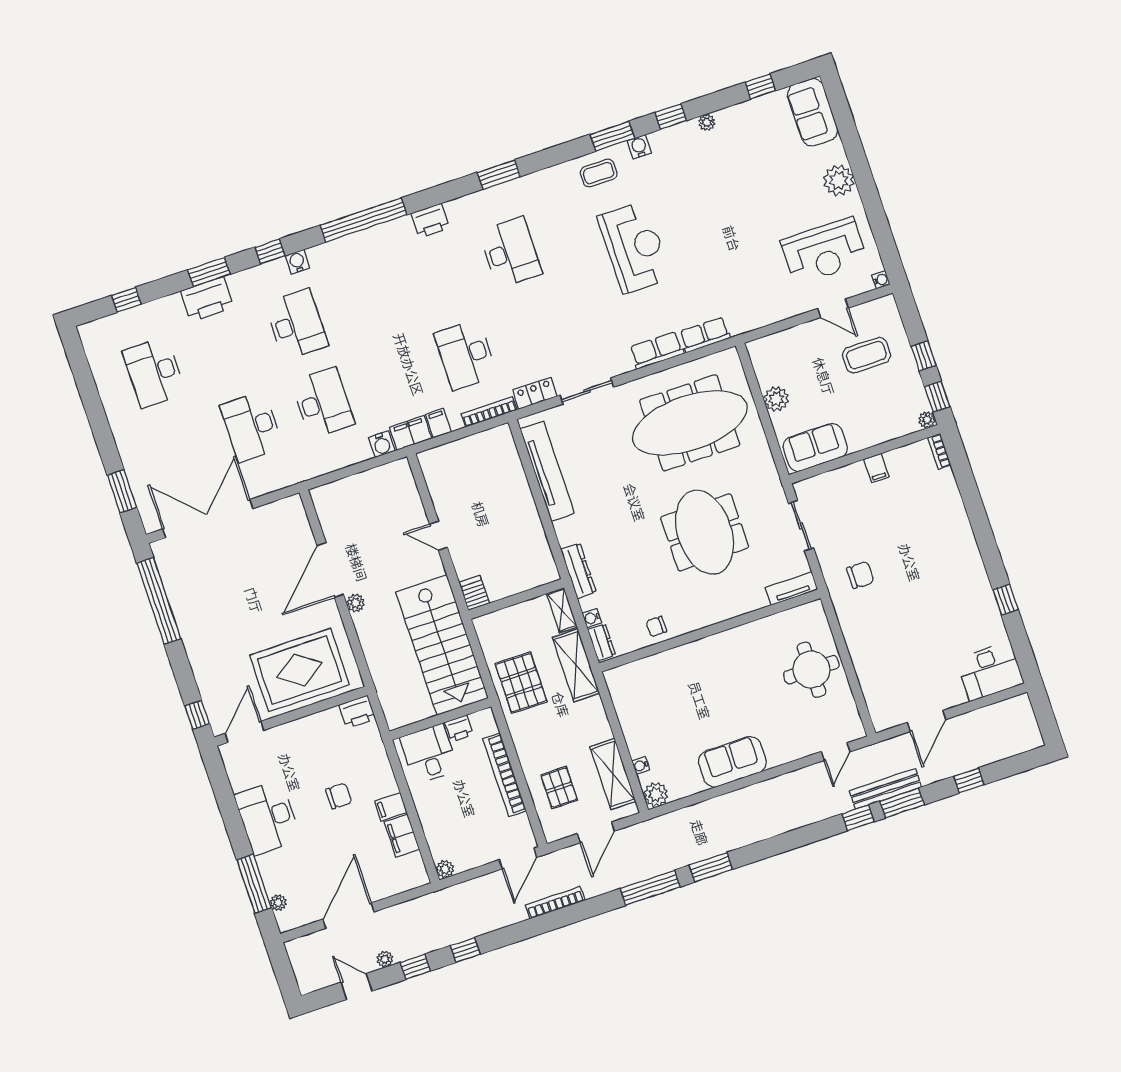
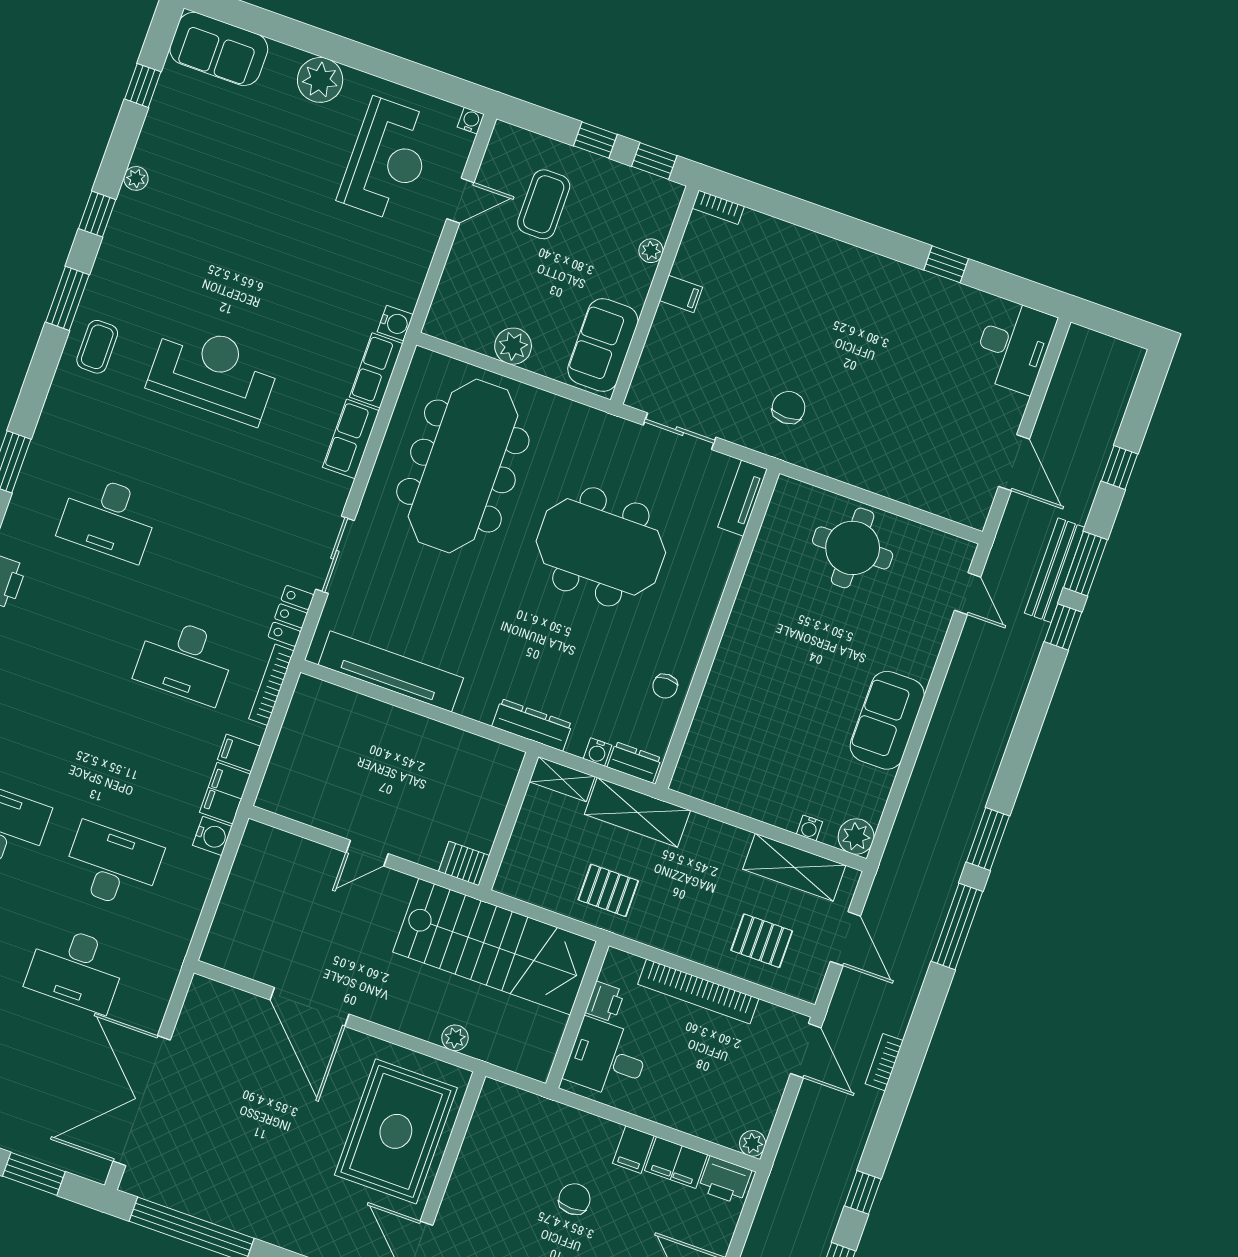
water cooler: (639, 147) -> (395, 323), moved, turned 180
desk: (510, 252) -> (109, 518), turned 180
plant: (927, 420) -> (651, 251), moved
plant: (356, 603) -> (455, 1038), moved
pallet: (521, 683) -> (608, 890), width x0.67, depth x0.71
printer: (357, 712) -> (725, 1180), moved, turned 90
bookcase: (555, 903) -> (884, 1062), width x0.64

